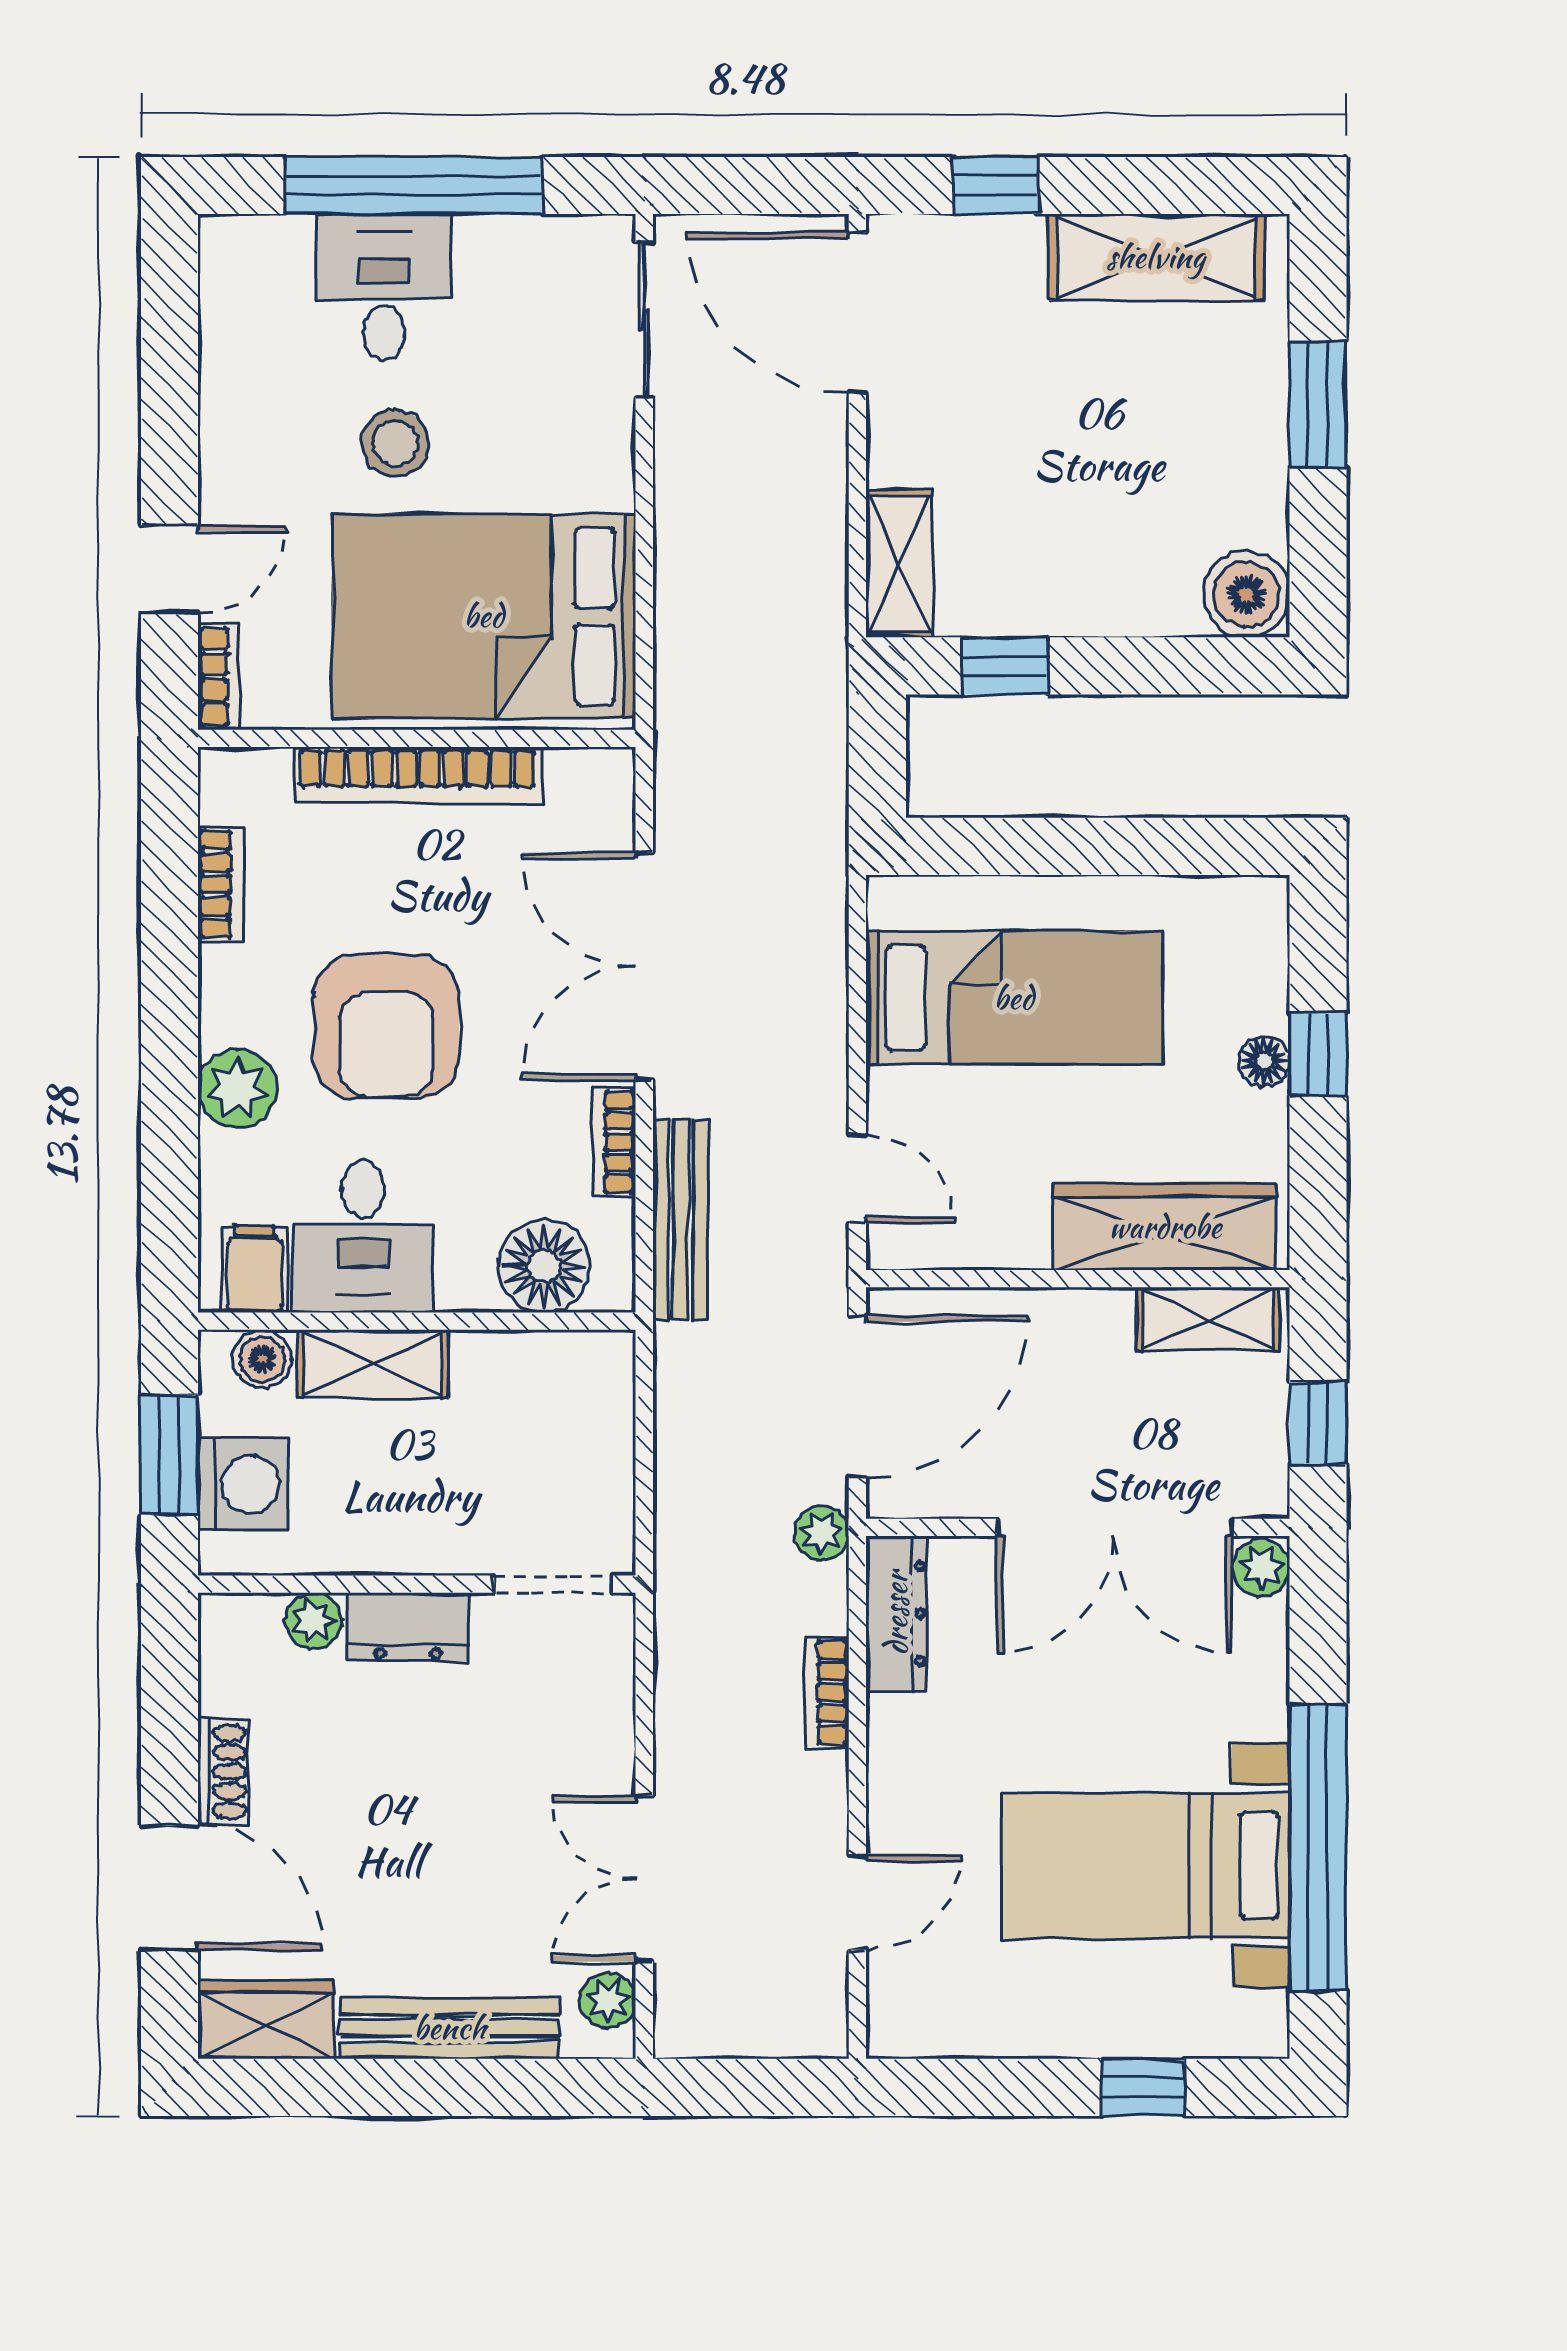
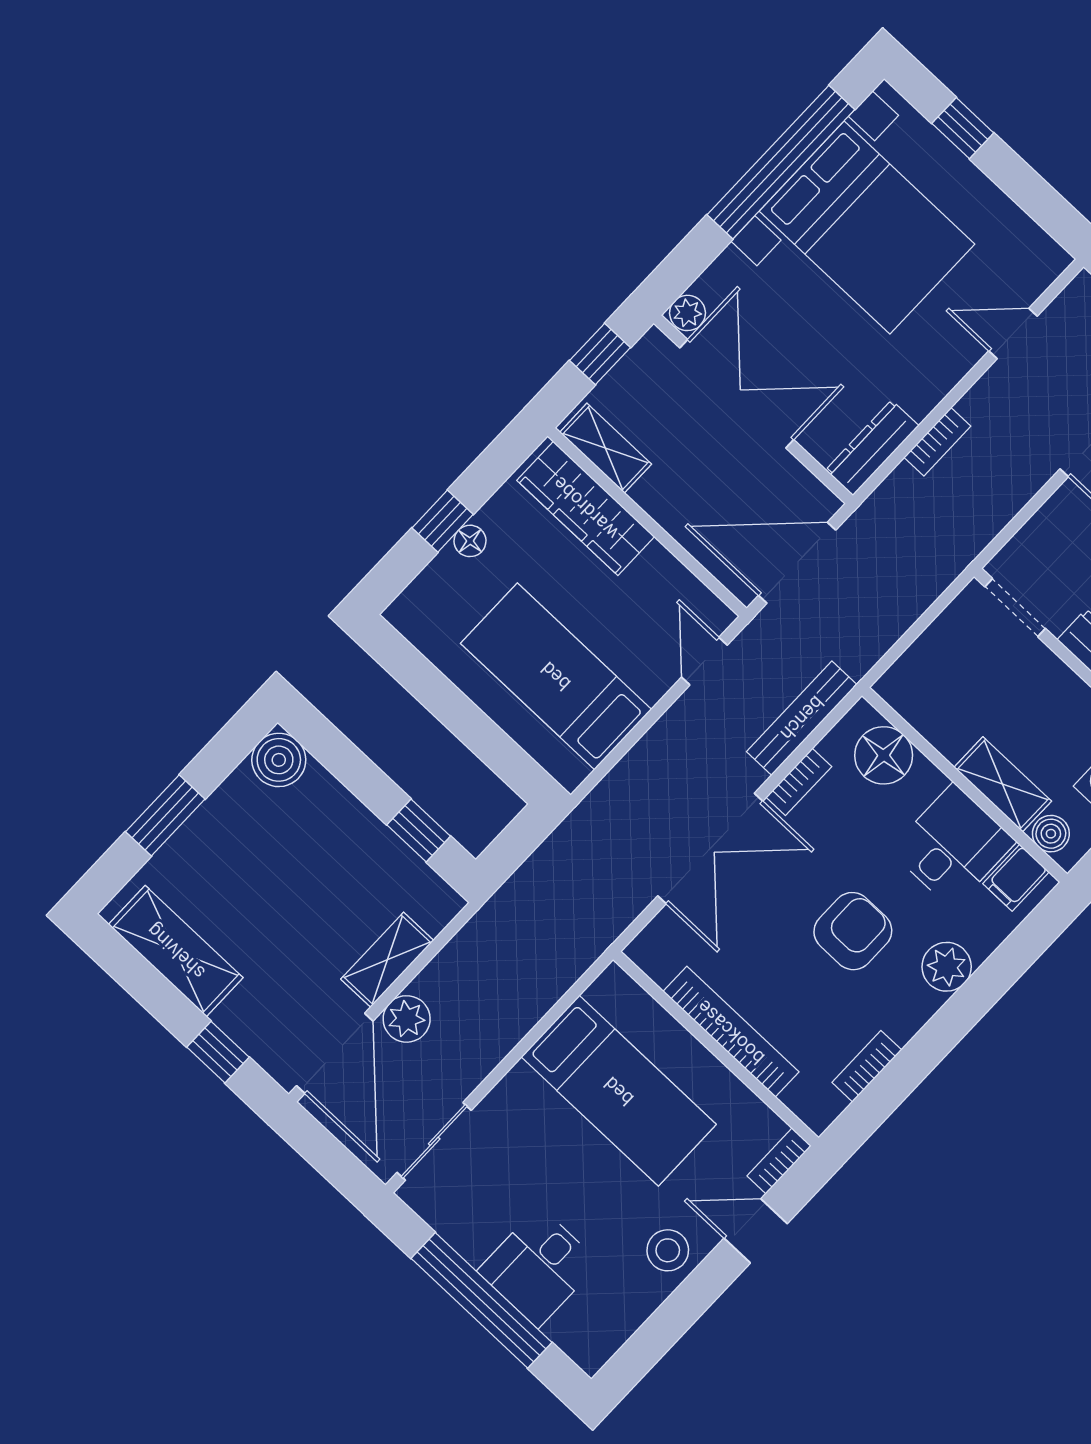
stool: (395, 443) -> (668, 1250), moved
shelving: (899, 564) -> (387, 960), moved
bed: (484, 616) -> (619, 1091), width x0.67
armchair: (386, 1027) -> (853, 931), width x0.73, depth x0.73
plant: (822, 1533) -> (407, 1019), moved, width x1.38, depth x1.38
bed with nightstands: (1145, 1865) -> (867, 228), width x1.36

